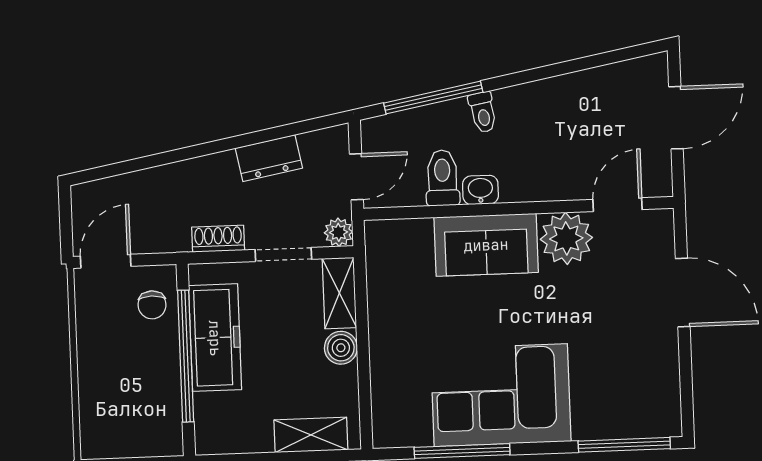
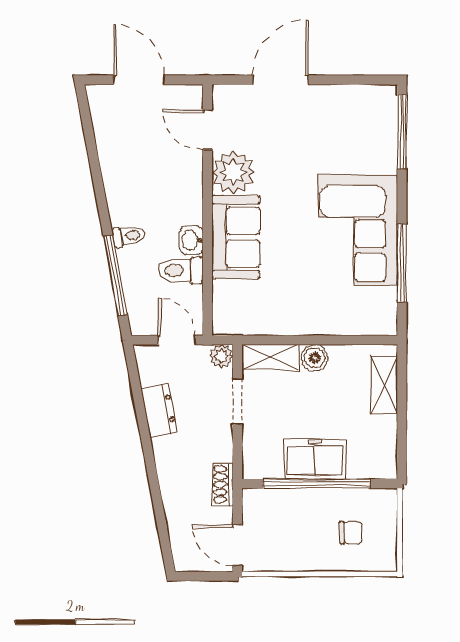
shoe rack: (218, 239) -> (223, 484), moved
chair: (152, 305) -> (351, 533), moved
freezer: (215, 338) -> (315, 459), width x0.71

